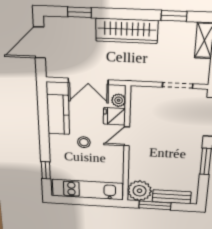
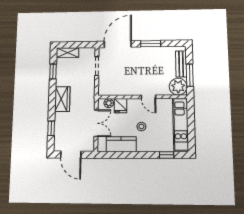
wardrobe: (127, 31) -> (62, 99), width x0.67
door: (127, 136) -> (148, 97), moved

